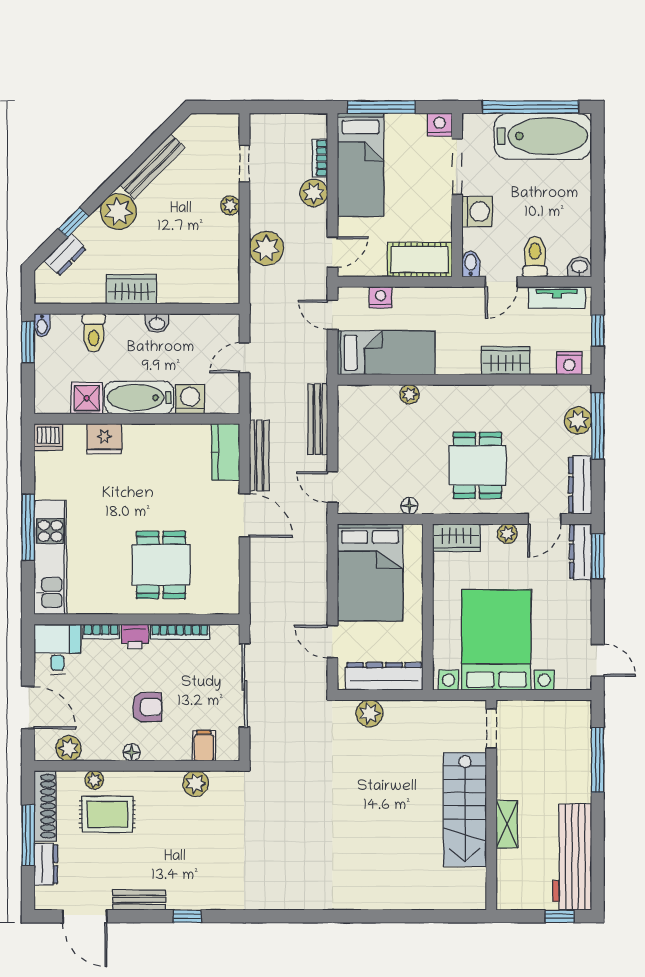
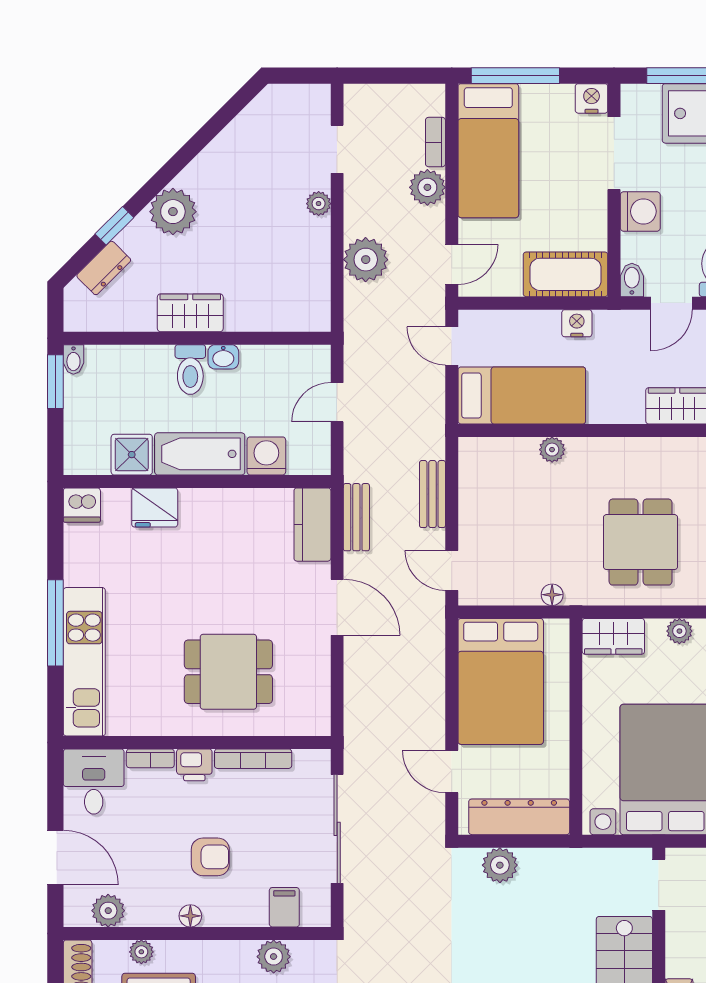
bench: (152, 166) -> (217, 153), removed
nightstand: (381, 297) -> (577, 323), moved
toilet: (94, 333) -> (190, 370), moved
bench: (318, 419) -> (433, 494), width x0.73
bench: (259, 456) -> (356, 517), width x0.73
dining table: (161, 565) -> (228, 672), turned 90

